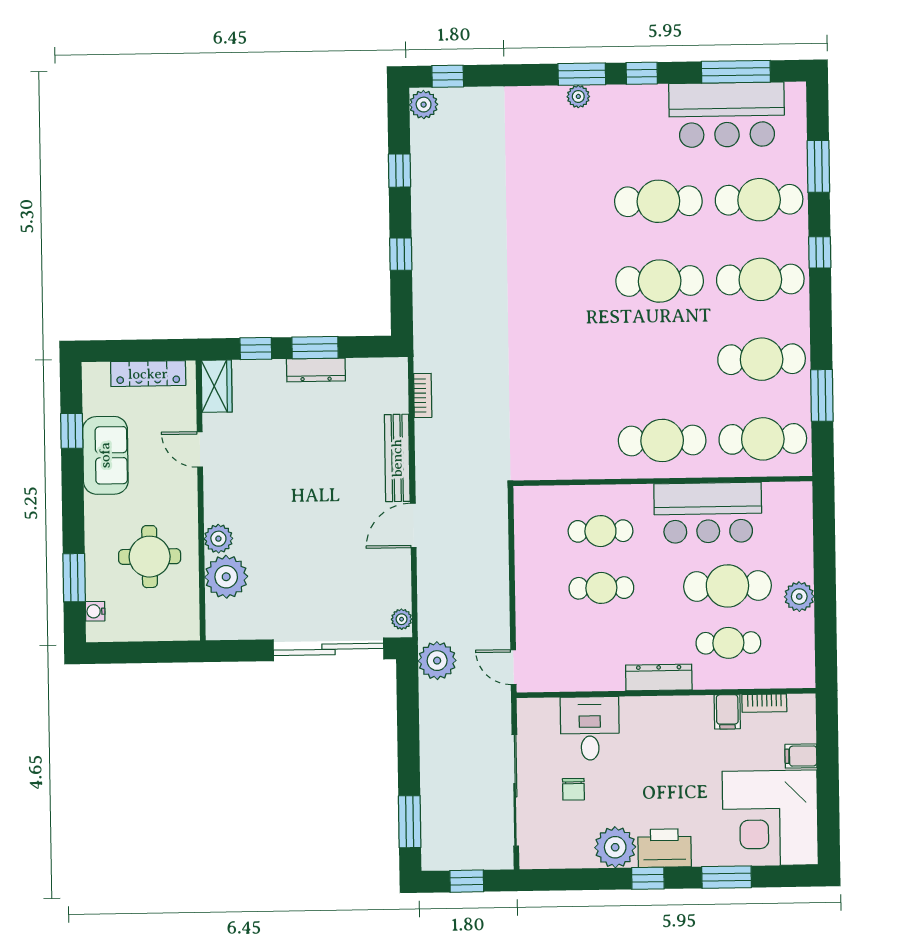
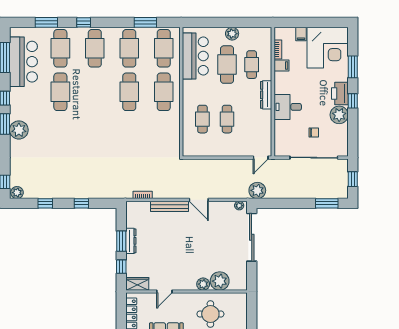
plant: (578, 96) -> (19, 130), width x1.87, depth x1.87
cafe table: (660, 281) -> (129, 92), moved
bar counter: (708, 513) -> (195, 56), moved
desk: (590, 728) -> (288, 107), moved

